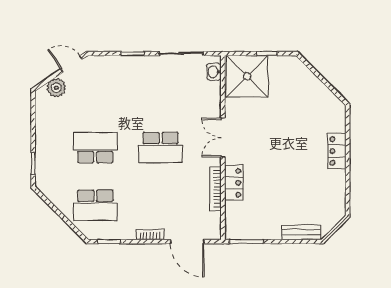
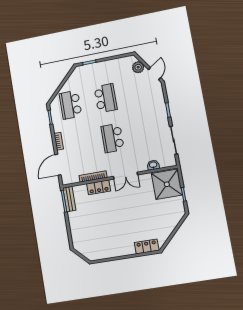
washbasin: (214, 72) -> (153, 165), moved
double door: (223, 138) -> (125, 176), swing flipped
locker: (337, 151) -> (147, 246), moved
bench: (301, 232) -> (69, 199), moved

